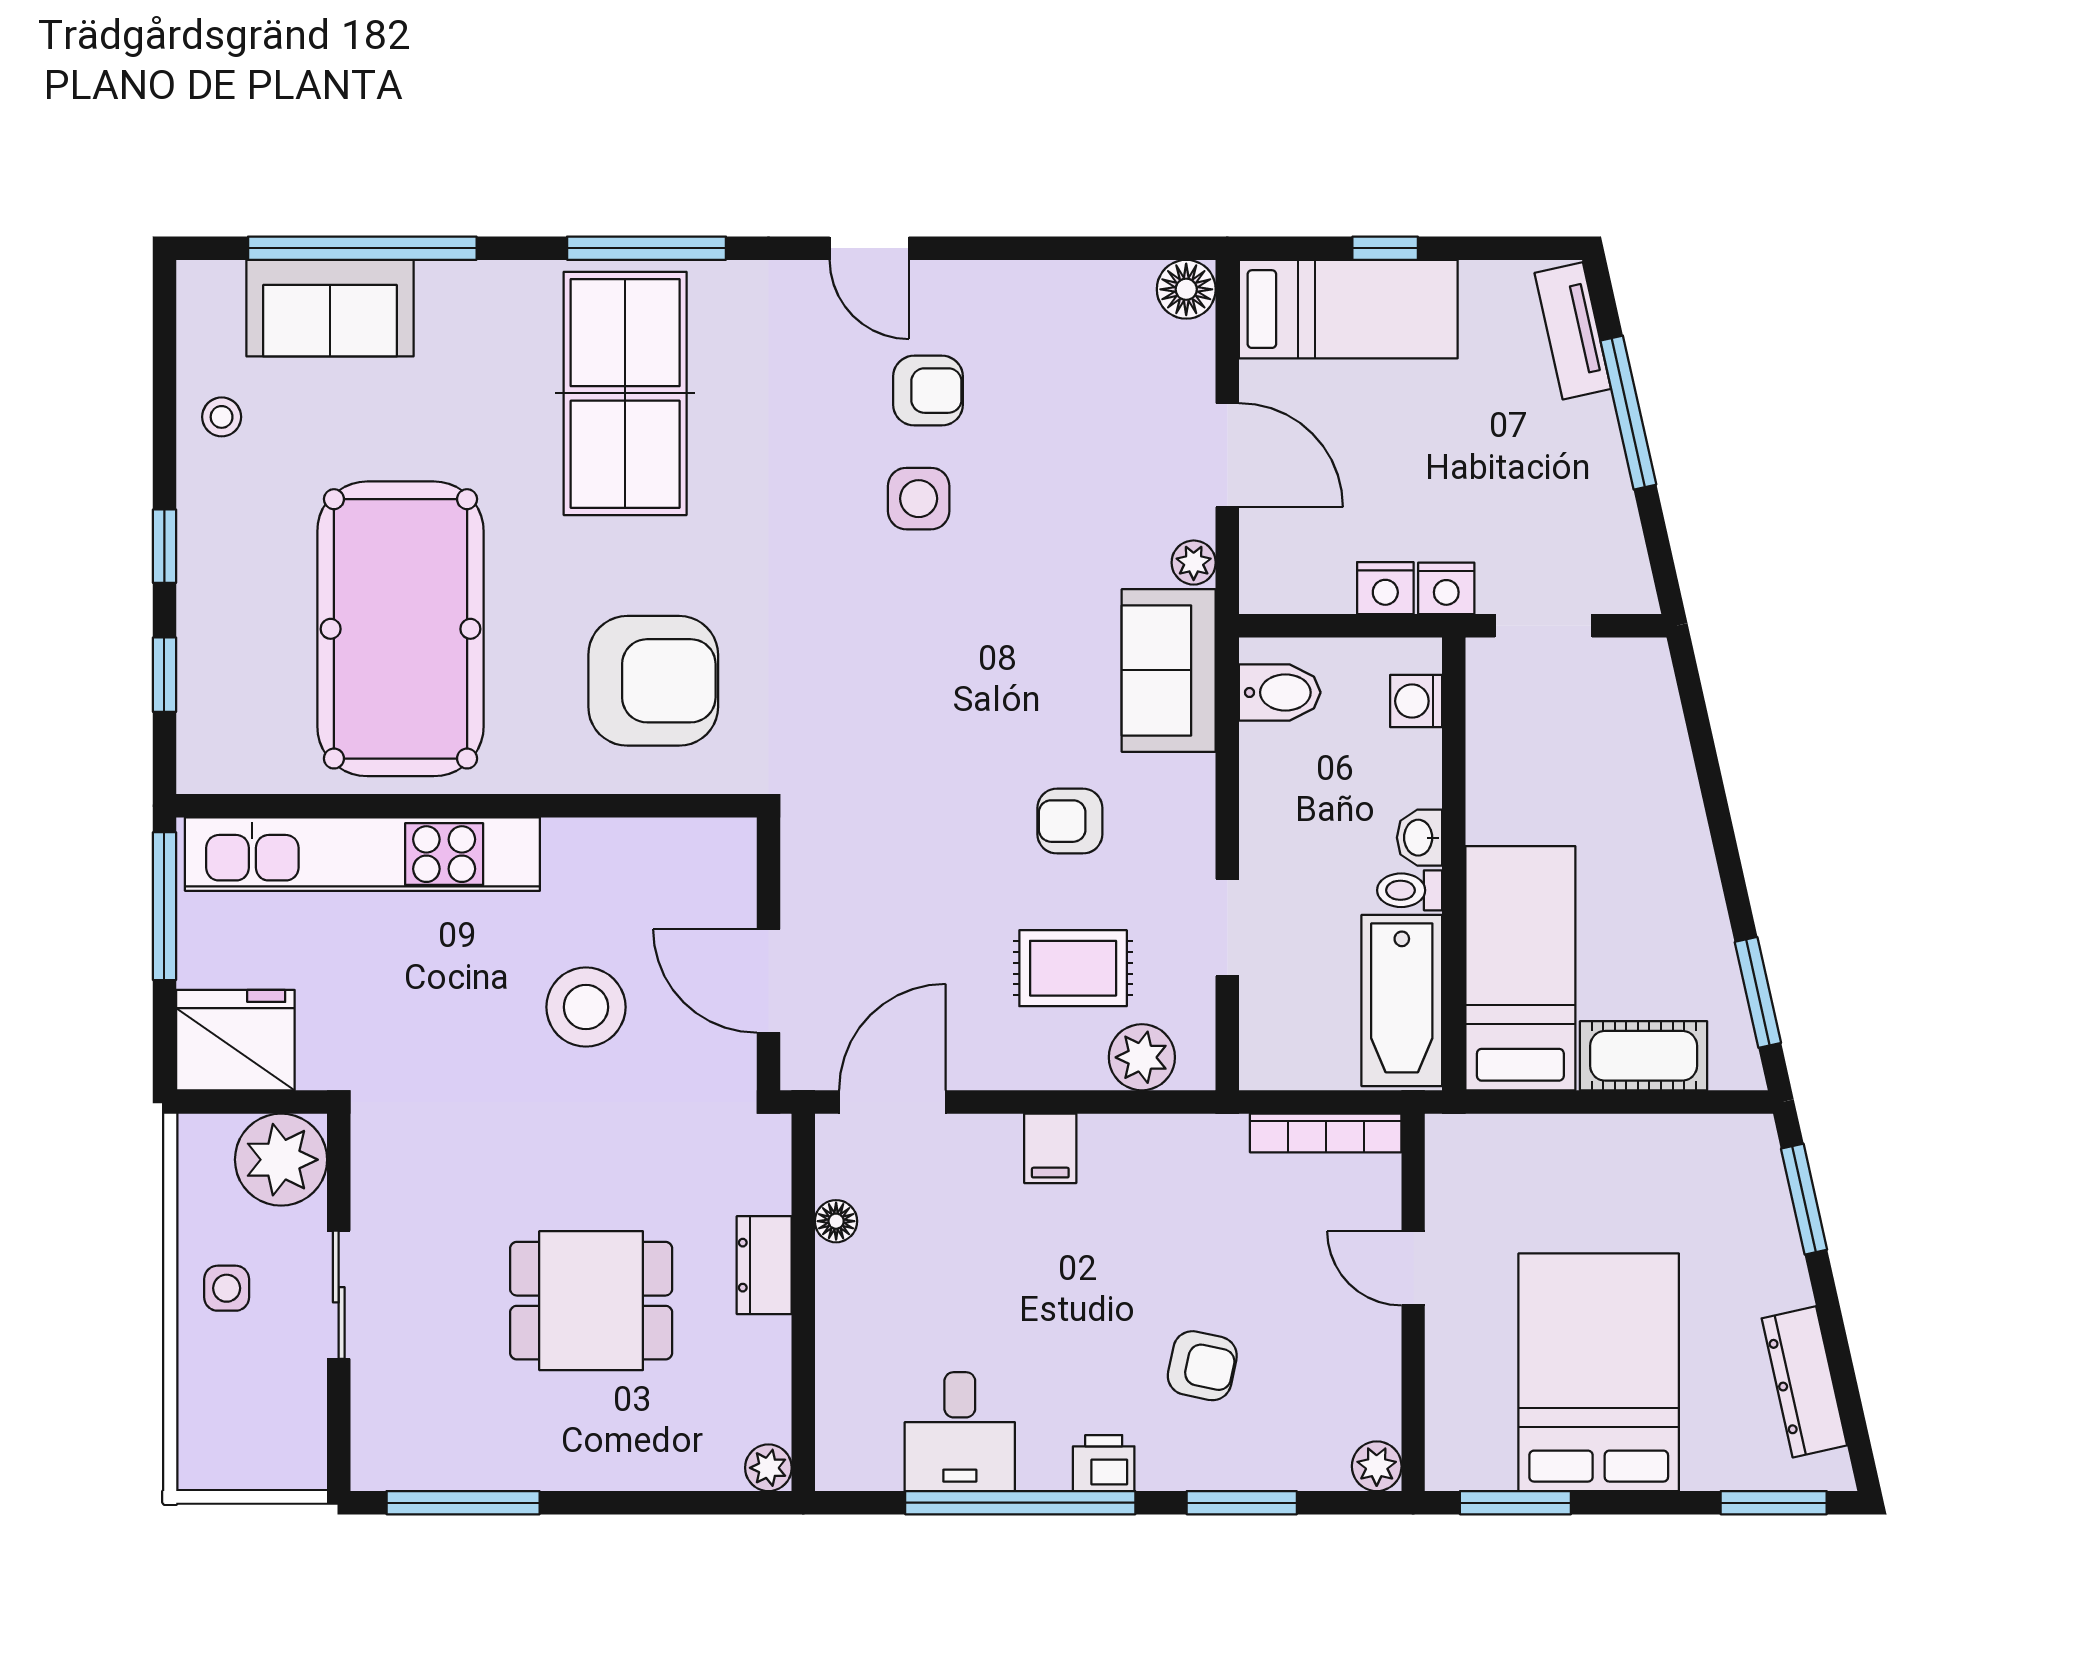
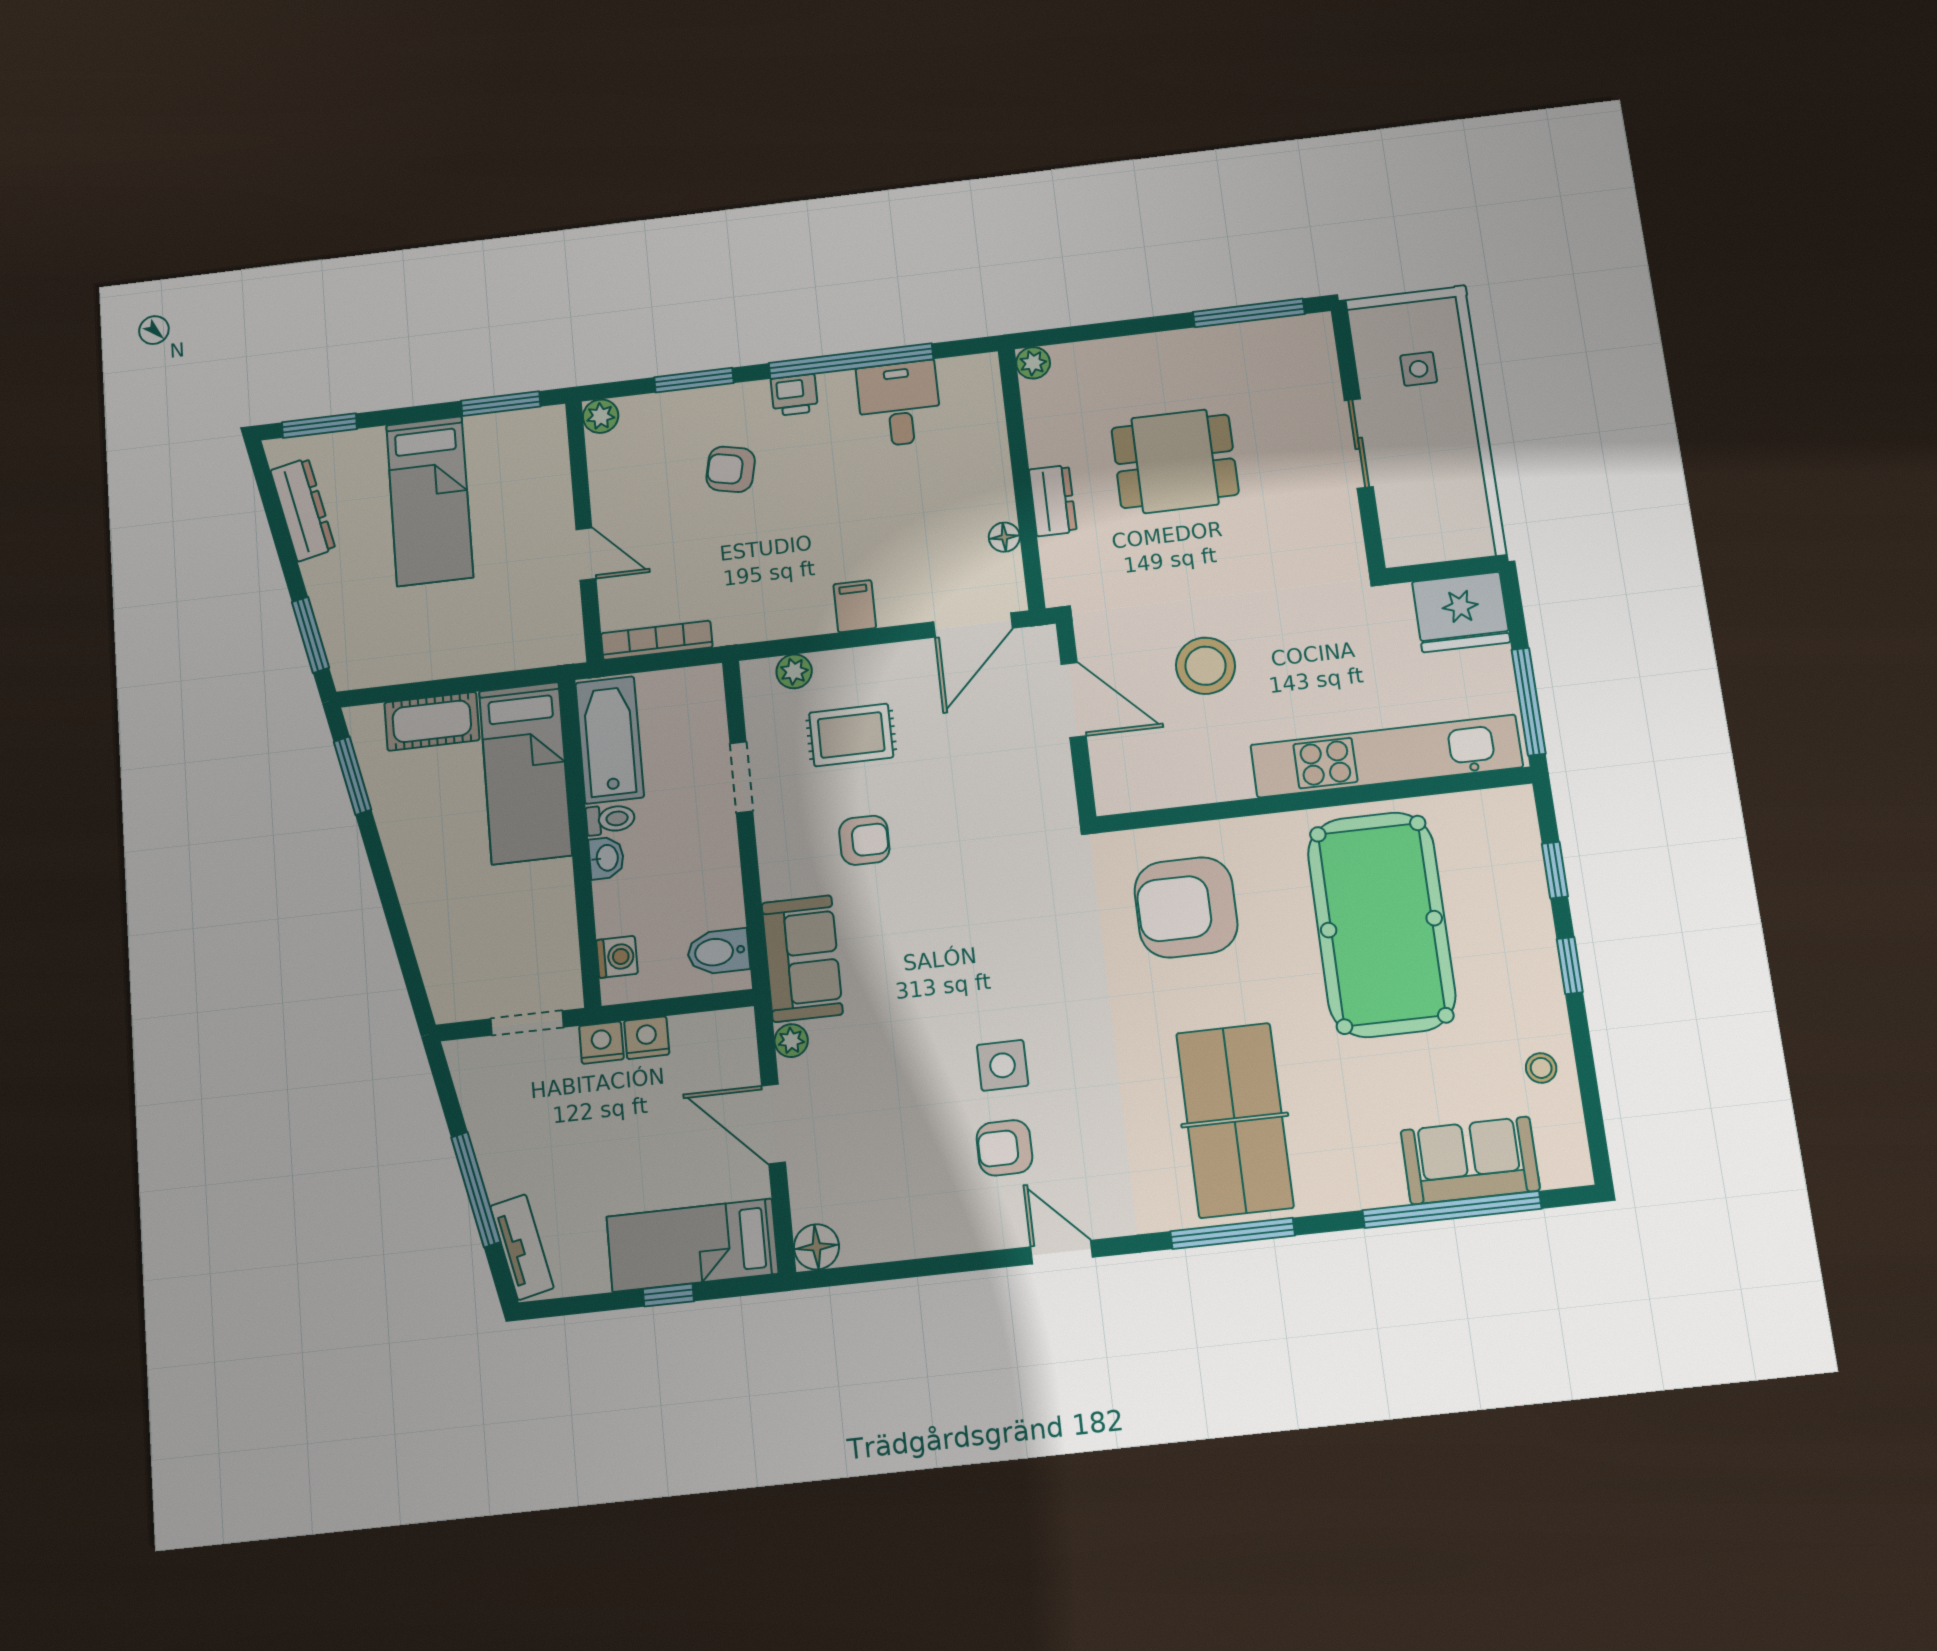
plant: (1142, 1057) -> (794, 671), width x0.73, depth x0.73
plant: (281, 1160) -> (1415, 532), removed
side table: (227, 1288) -> (1419, 369), moved
bed: (1599, 1372) -> (430, 501), width x0.67

